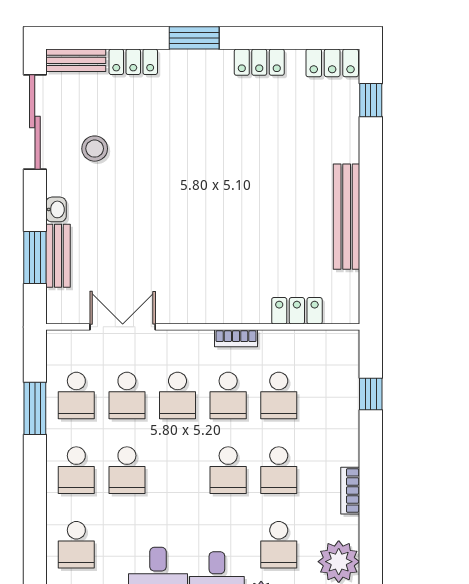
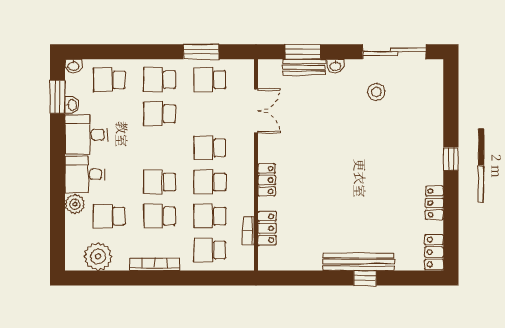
window: (194, 38) -> (451, 159), width x0.67
bench: (76, 60) -> (436, 79), removed
locker: (133, 62) -> (267, 180), moved, turned 180
window: (371, 100) -> (365, 278), moved
bench: (347, 217) -> (359, 262), moved
bookcase: (236, 338) -> (248, 231), moved
window: (371, 394) -> (211, 278), removed
school desk: (127, 395) -> (210, 250), moved
bookcase: (350, 491) -> (155, 264), width x1.56

